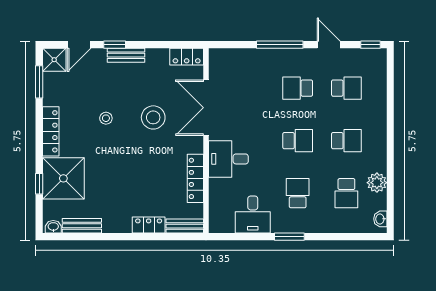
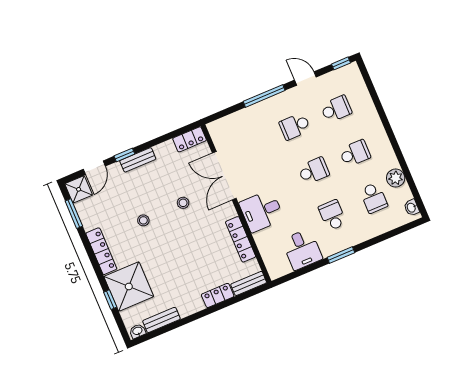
stool: (153, 117) -> (183, 203), width x0.53, depth x0.53

